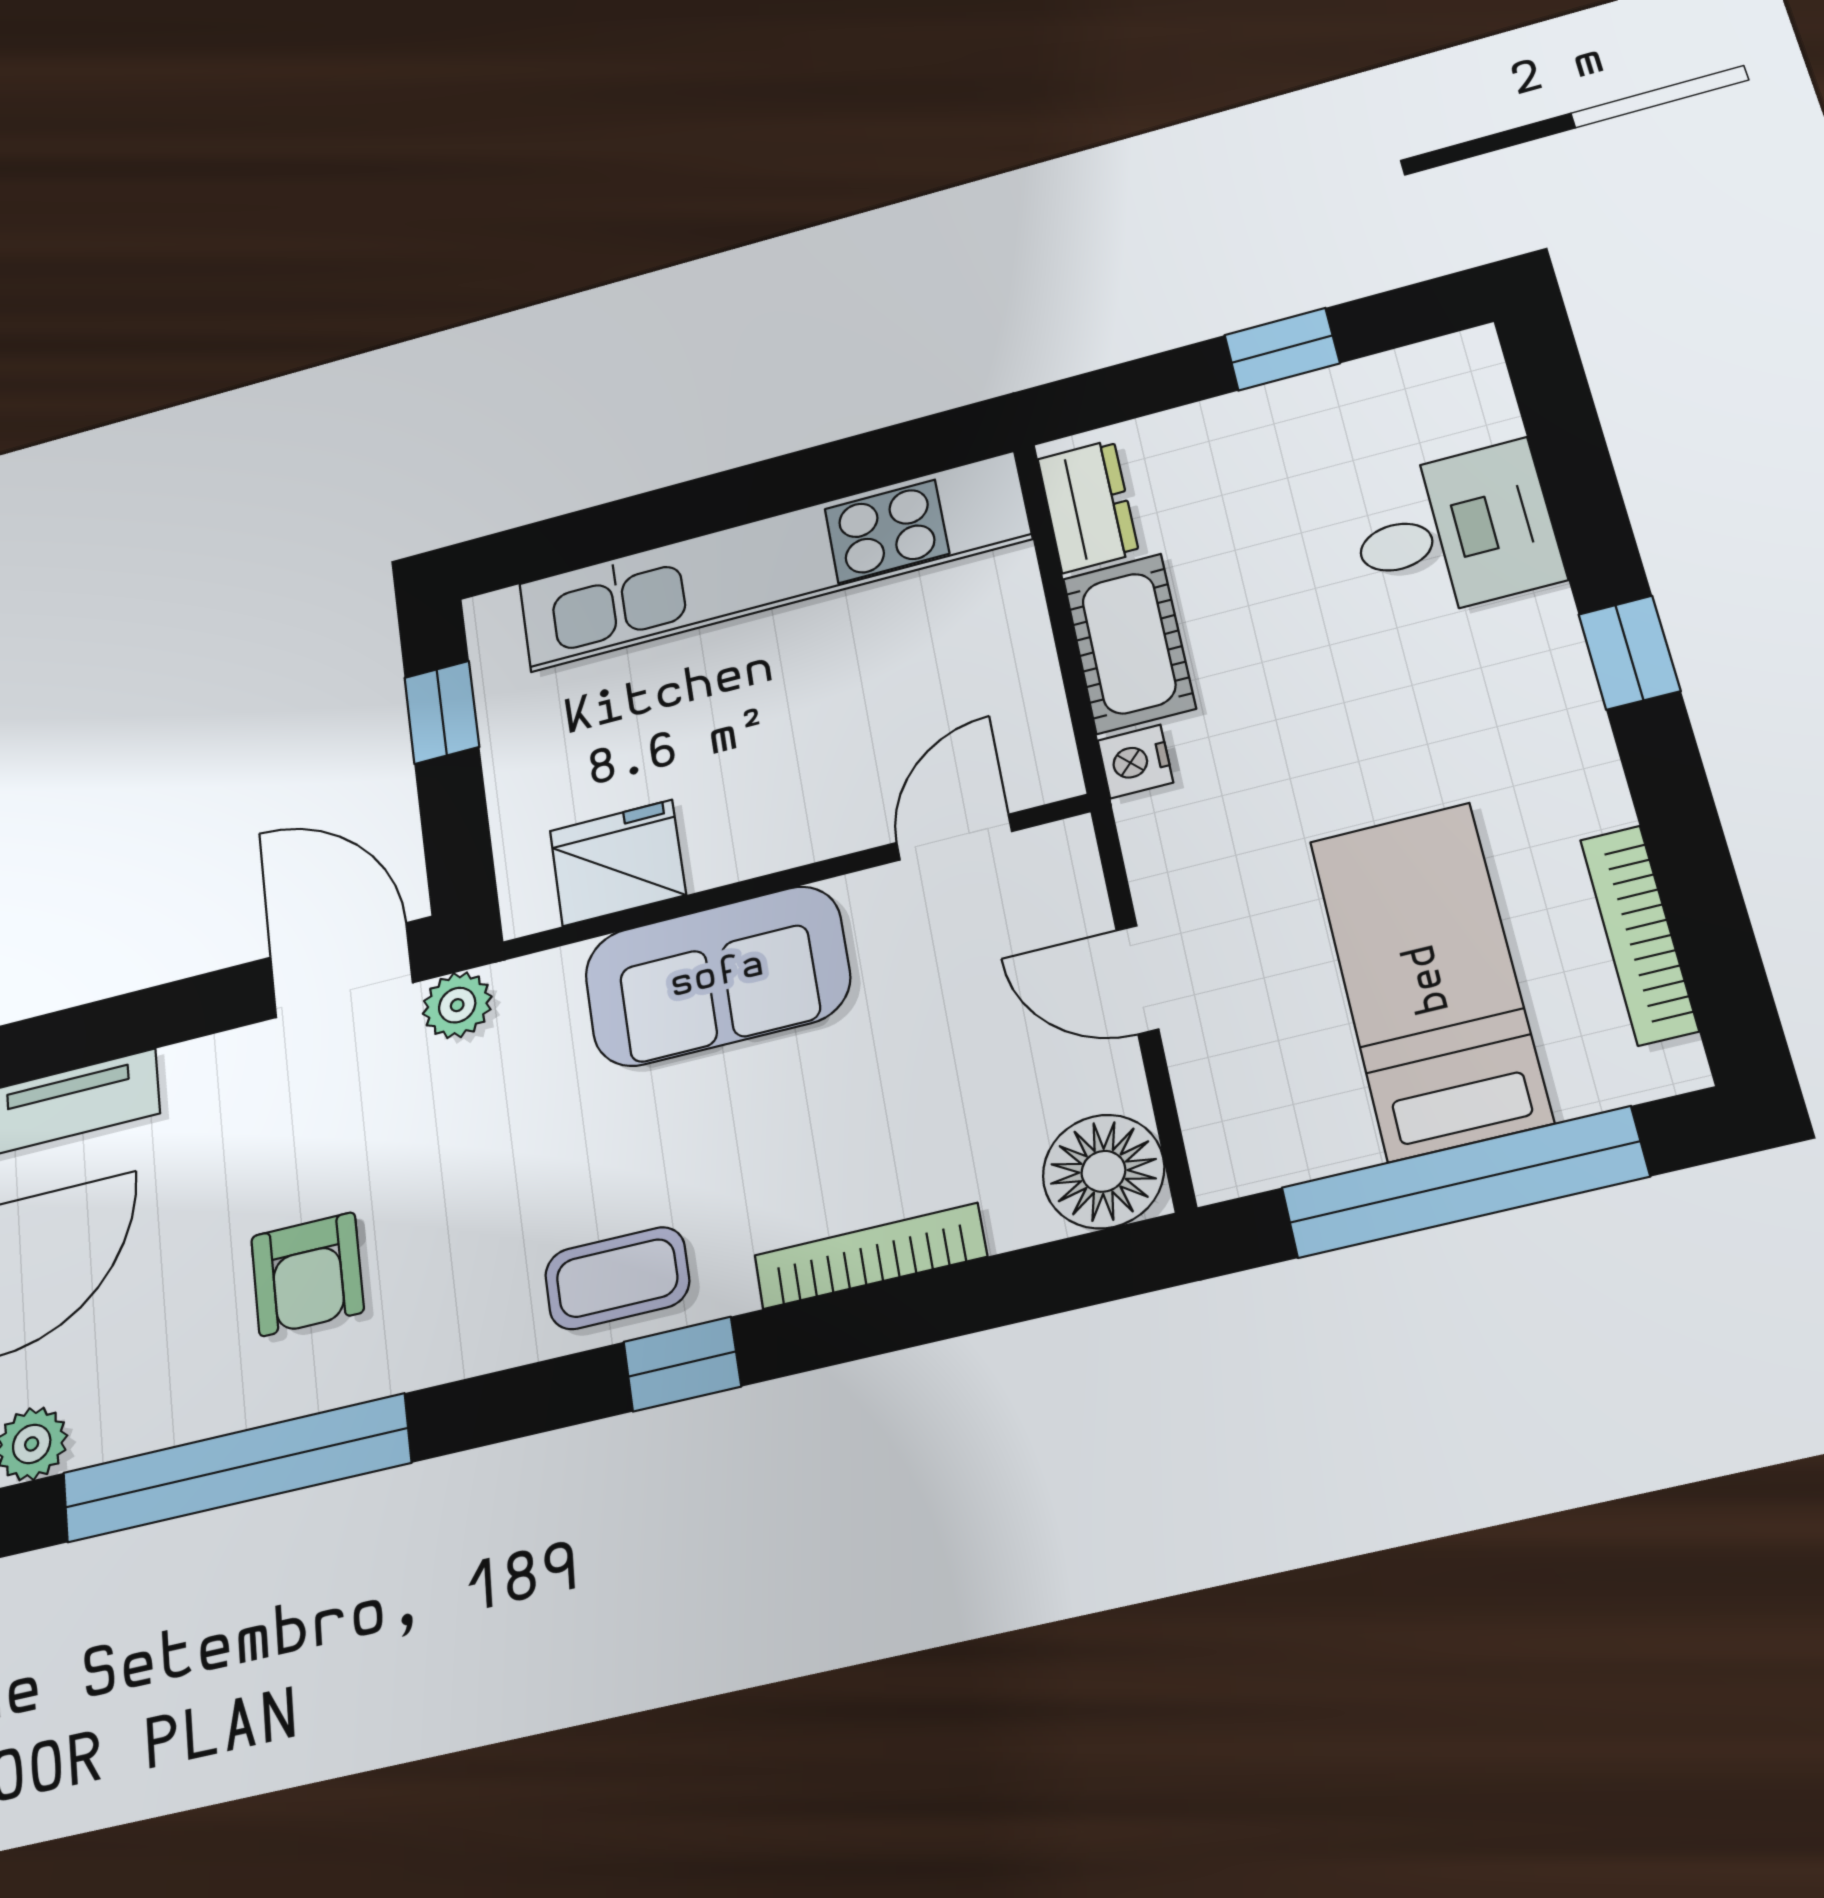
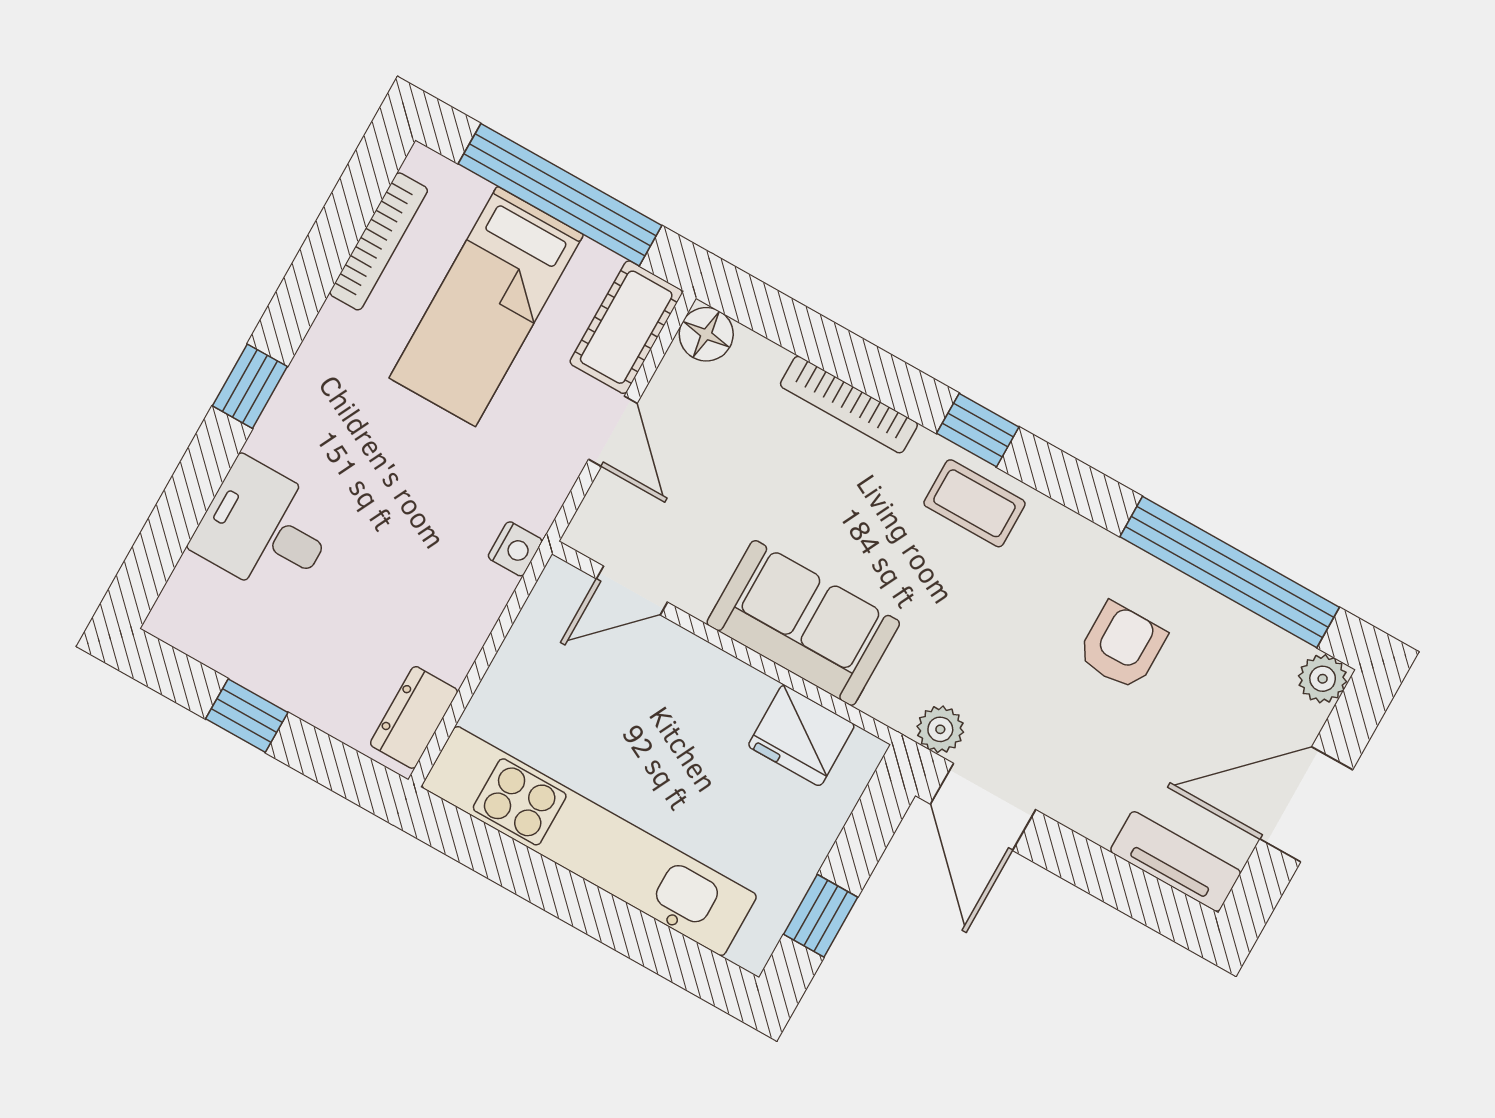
cot: (1129, 643) -> (626, 327), moved
floor lamp: (1103, 1171) -> (706, 334), width x0.73, depth x0.73

